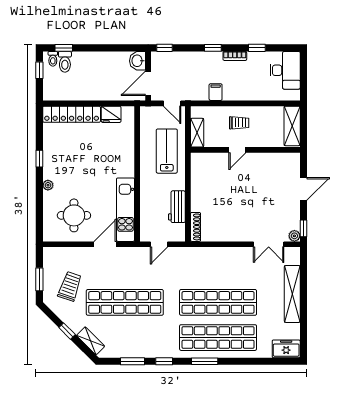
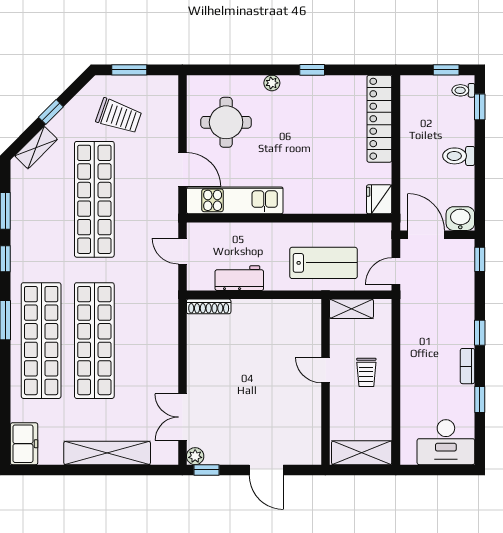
toilet: (65, 62) -> (459, 156), moved
filing cabinet: (216, 92) -> (413, 337), removed
fridge: (111, 114) -> (379, 199), moved

